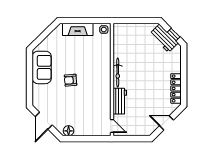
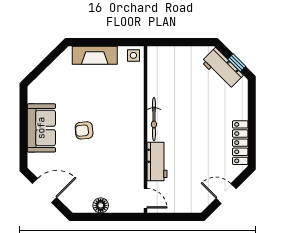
sofa: (42, 67) -> (41, 128), moved
door: (44, 121) -> (45, 190), swing flipped
floor lamp: (69, 131) -> (101, 205), moved

